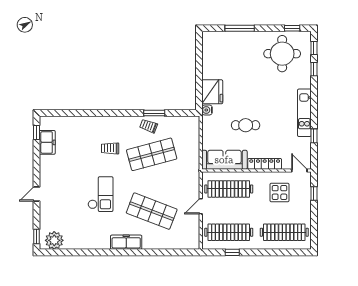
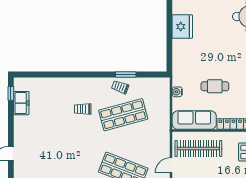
fridge: (212, 92) -> (182, 27), moved
water cooler: (207, 110) -> (177, 92), moved
checkout: (100, 194) -> (73, 153), removed

